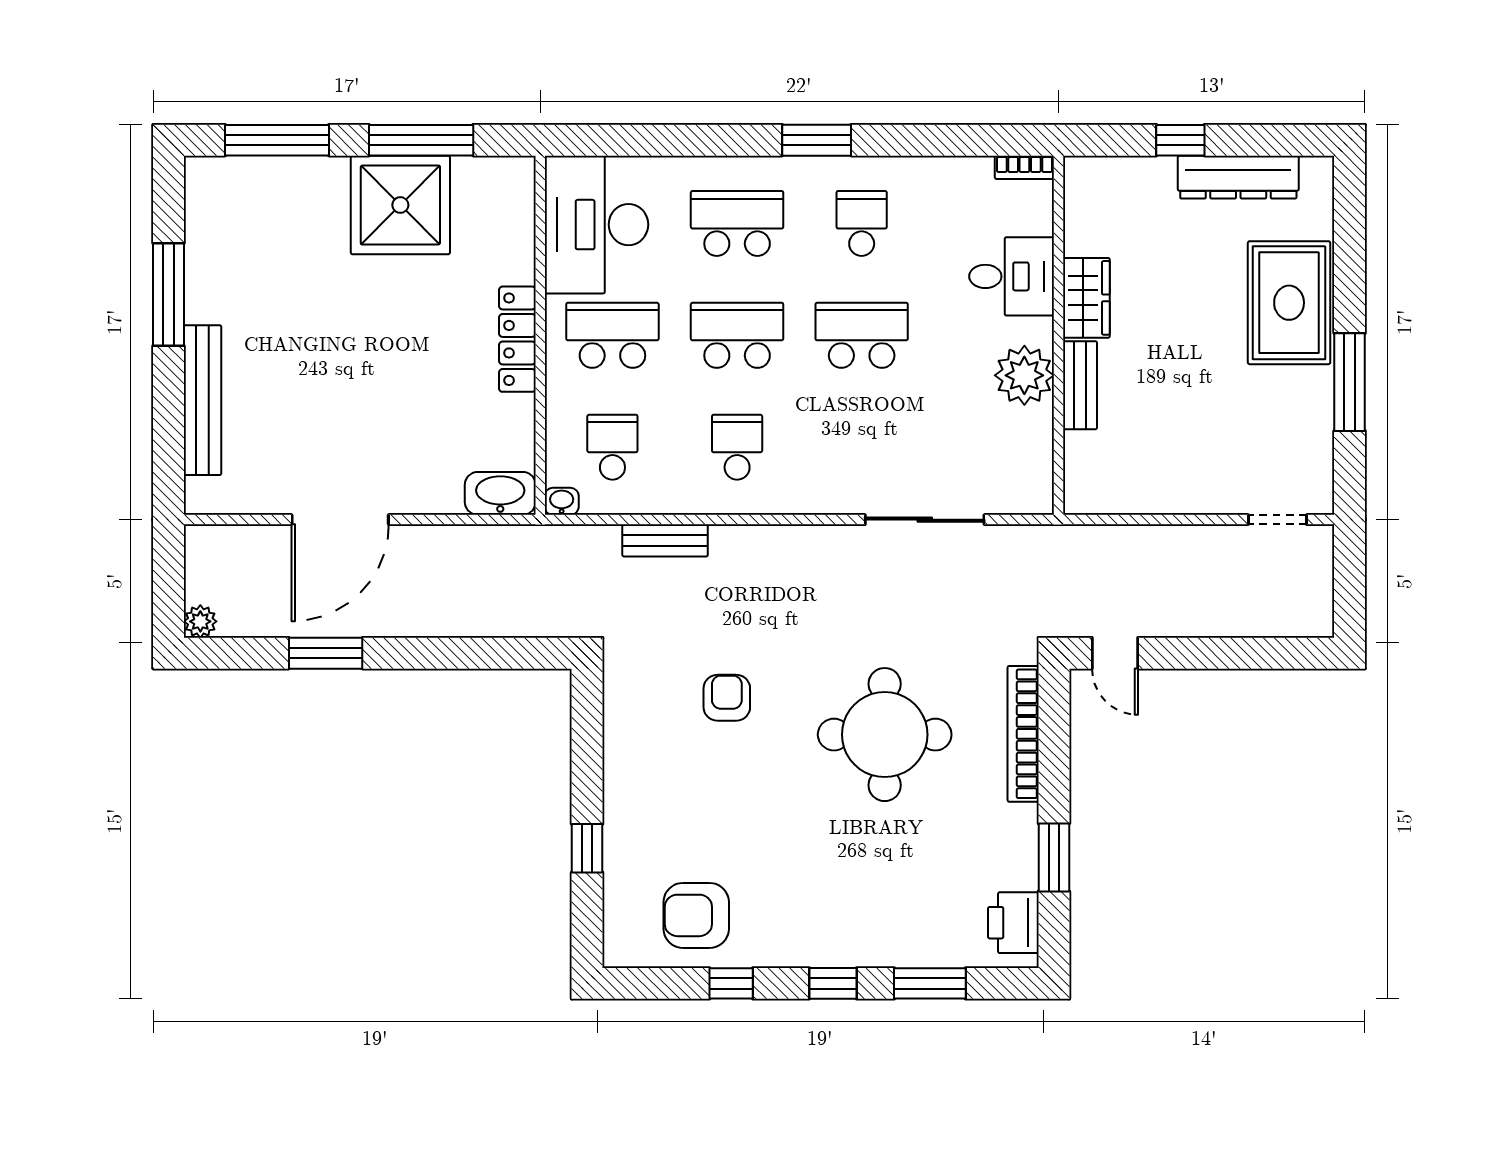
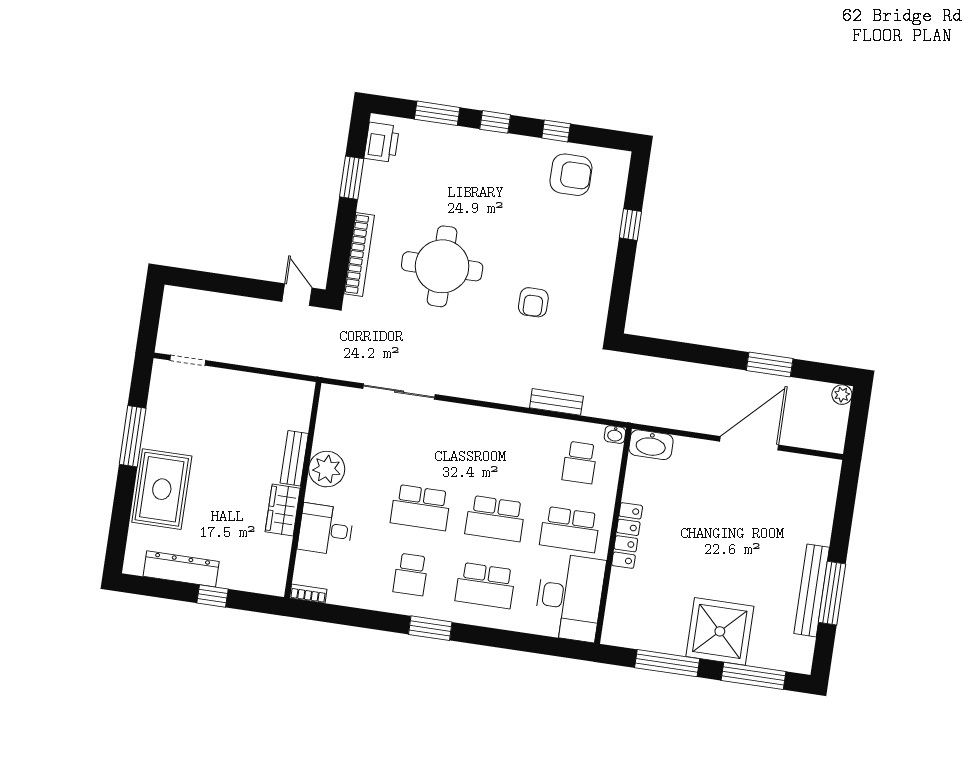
shower: (400, 205) -> (720, 631), moved
bench: (203, 400) -> (812, 590), moved
school desk: (737, 447) -> (505, 451), removed

